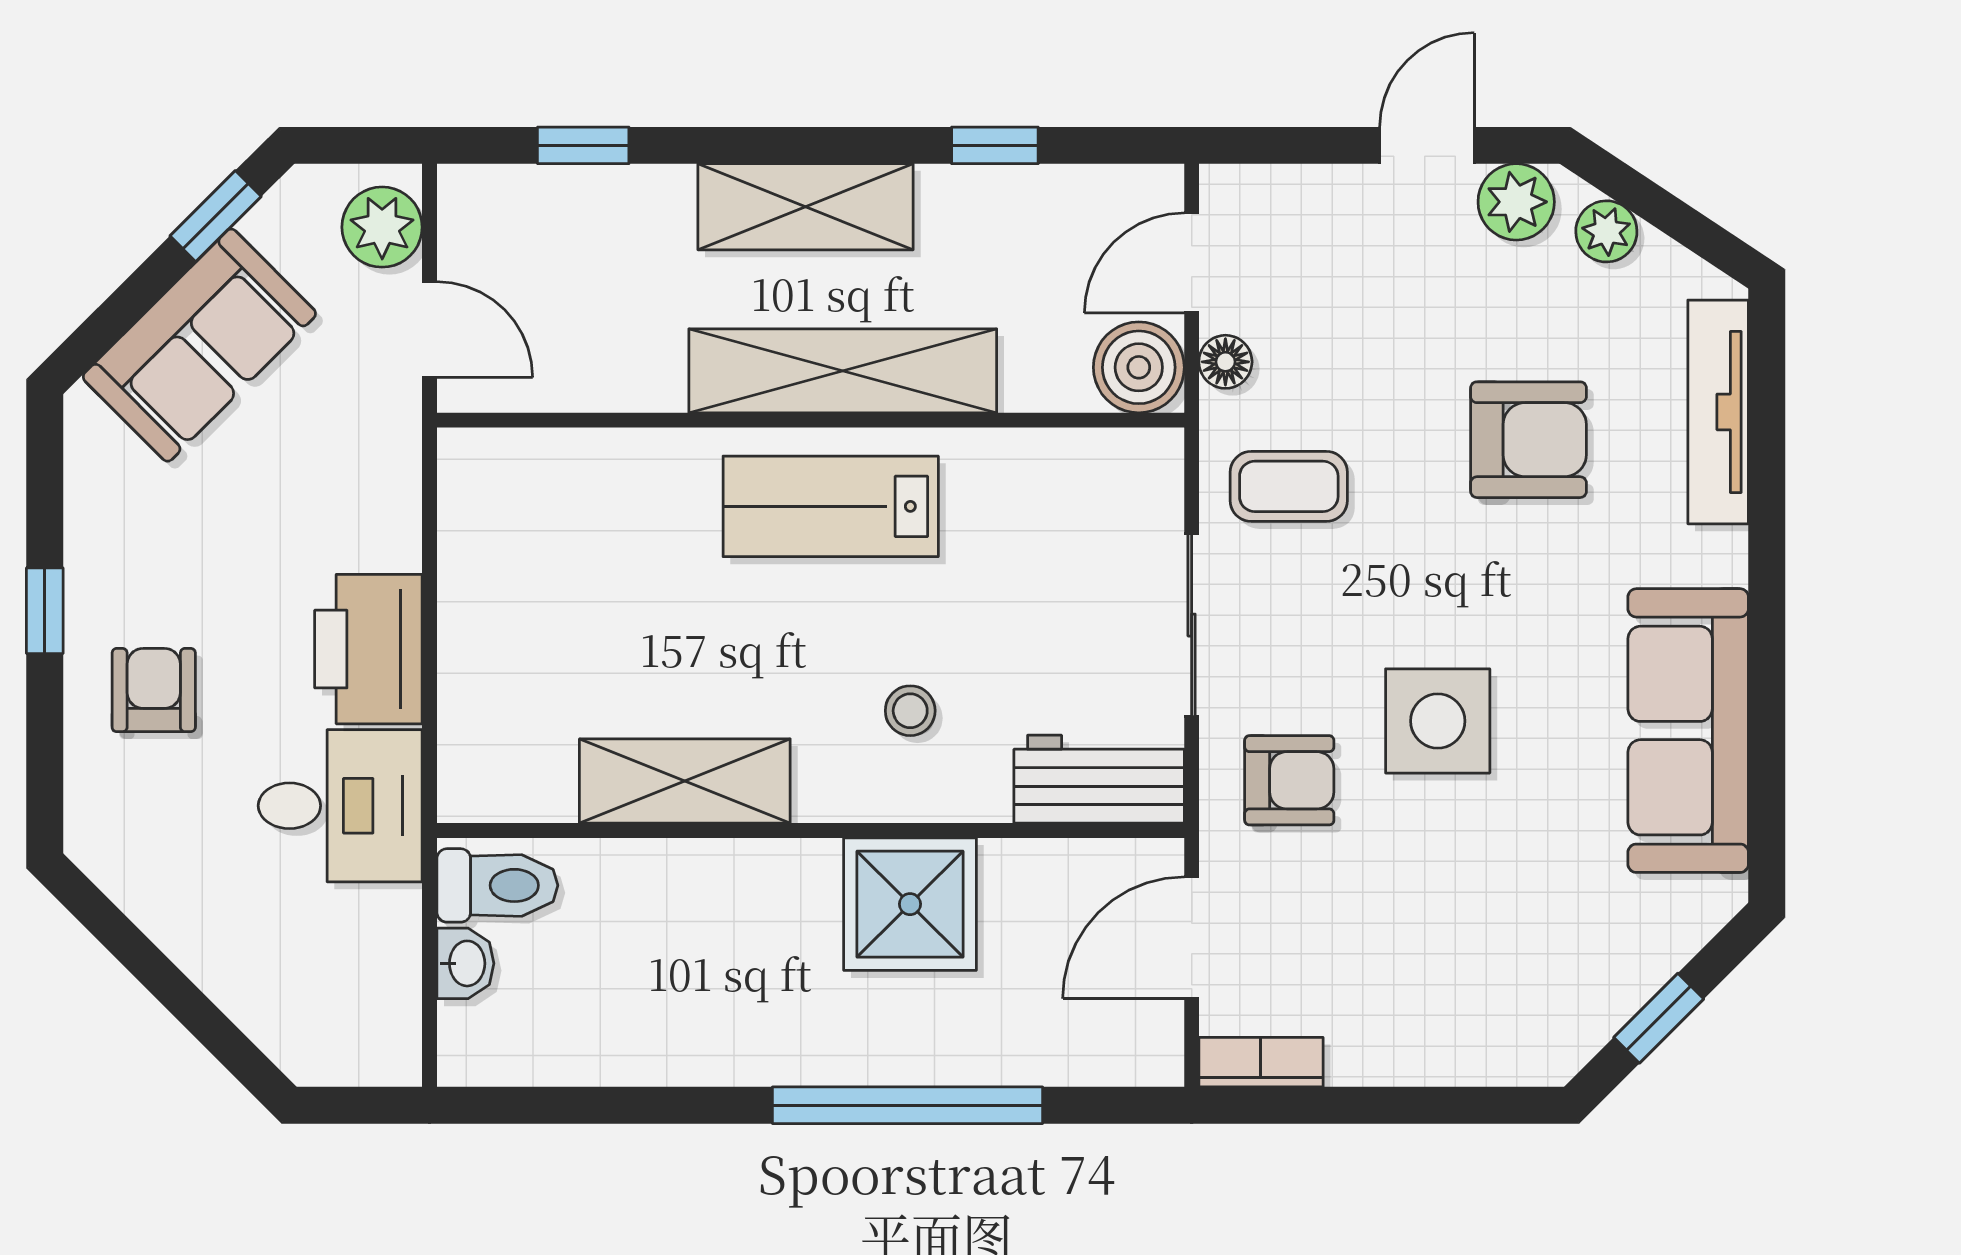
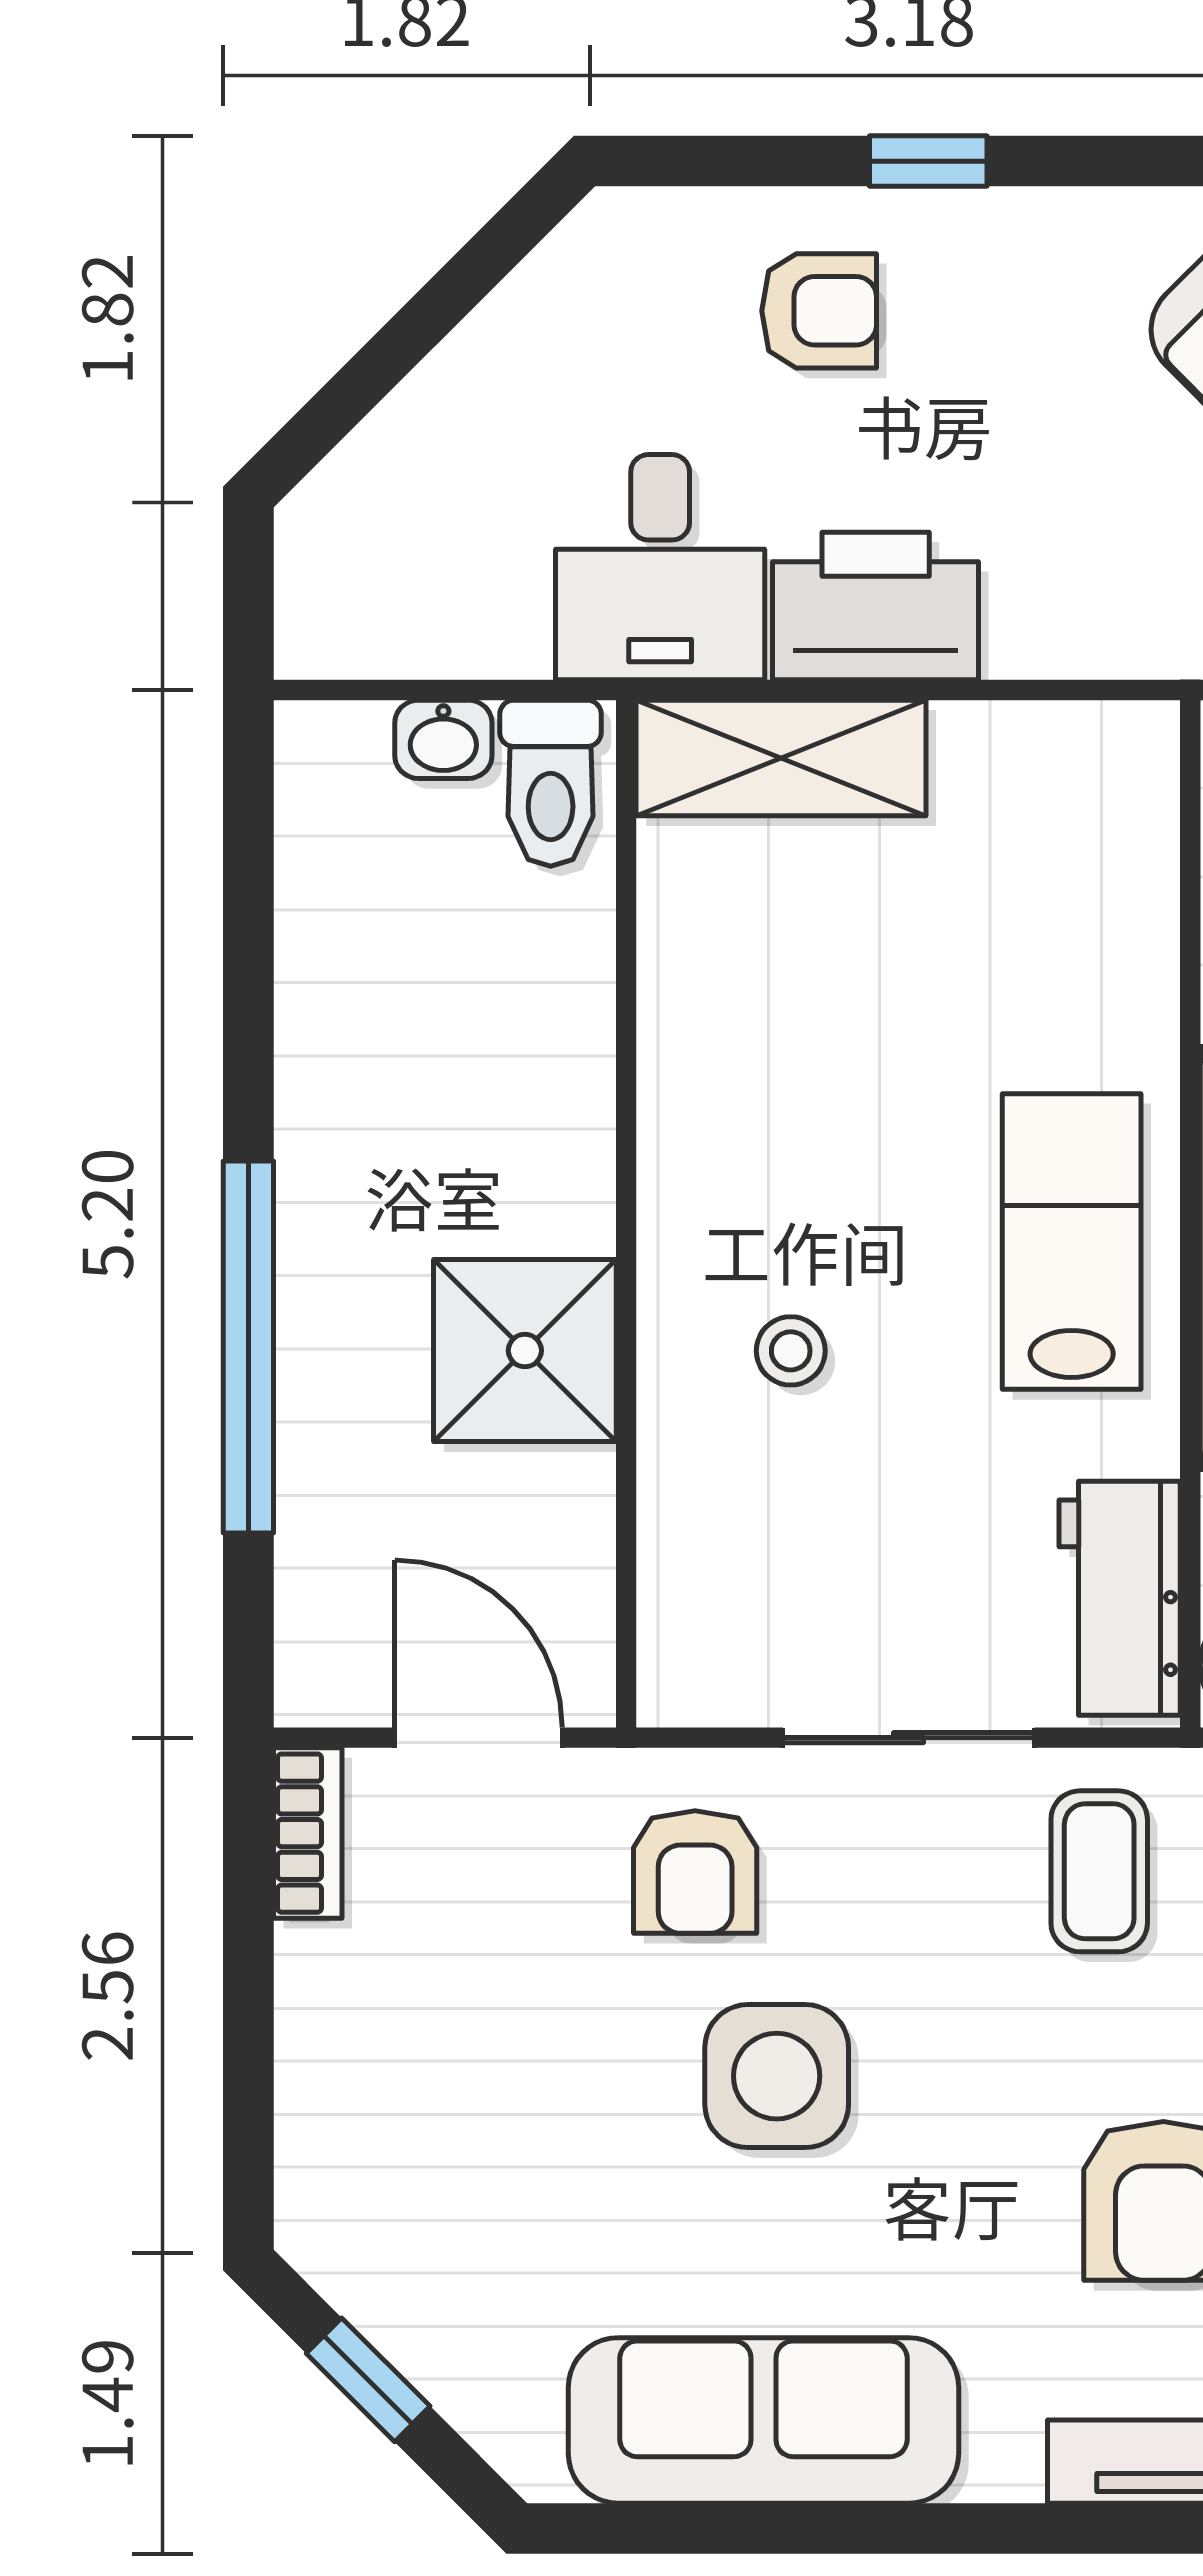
workbench: (1099, 779) -> (1120, 1598), moved, turned 180
shelving: (685, 781) -> (781, 758), moved, turned 90

